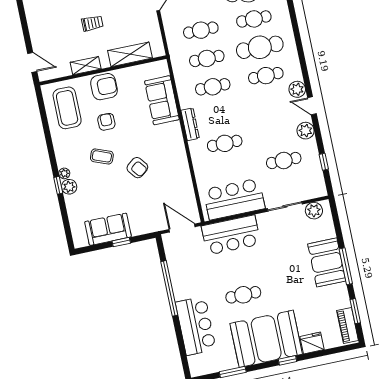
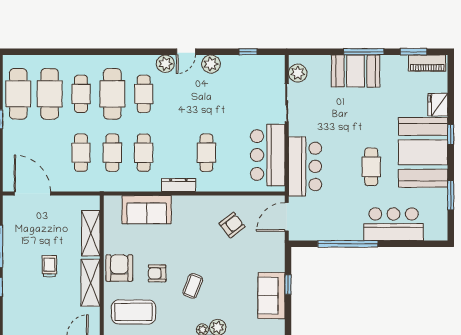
shelving: (86, 66) -> (91, 283), width x1.50, depth x1.33
cafe table: (284, 160) -> (238, 94), removed
armchair: (137, 168) -> (232, 225), moved

